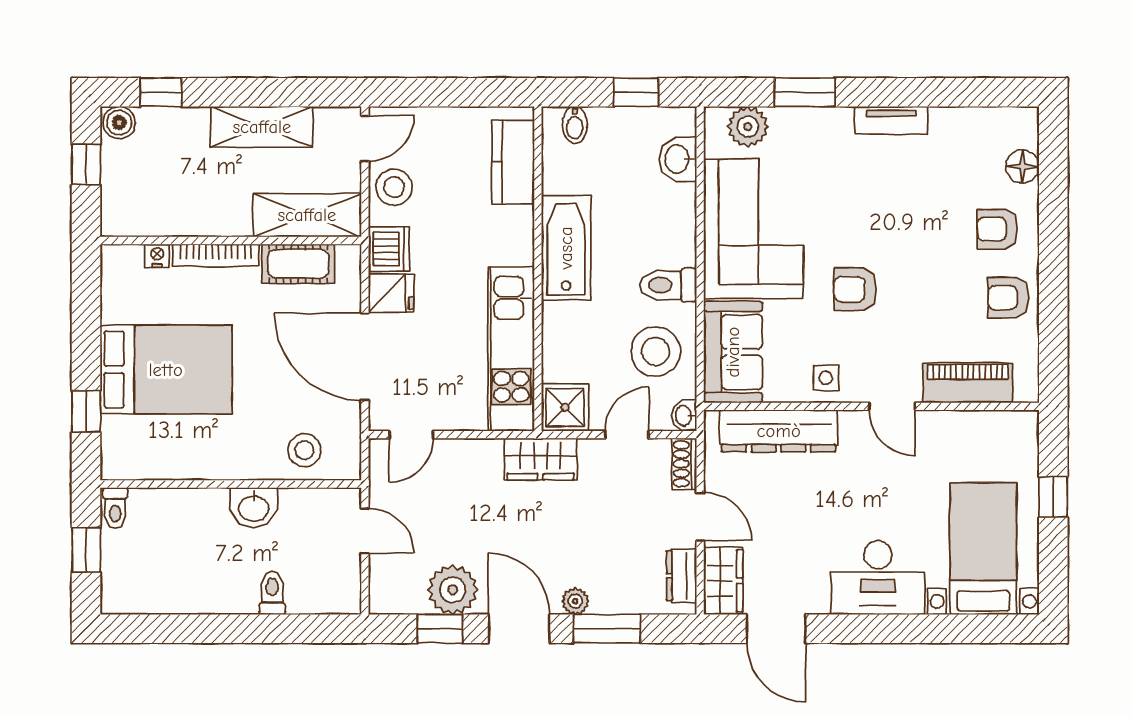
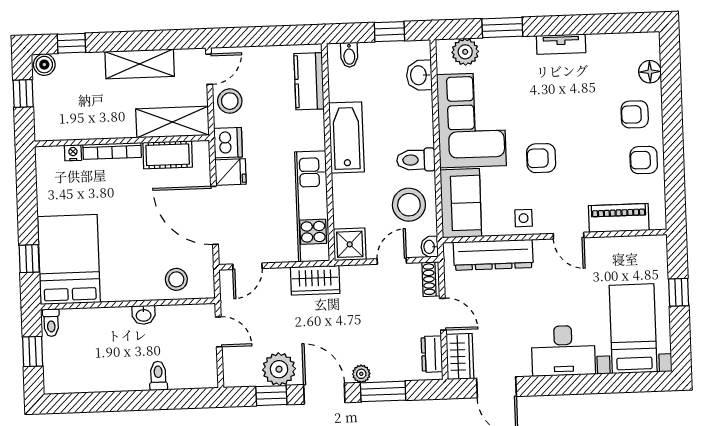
bed: (166, 370) -> (69, 259), moved, turned -90
wardrobe: (541, 459) -> (315, 280), moved
washbasin: (254, 508) -> (144, 315), width x0.72, depth x0.69

